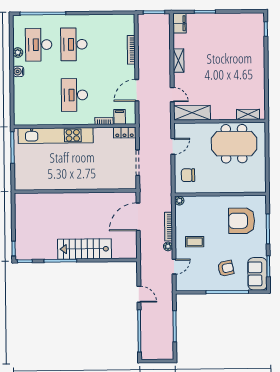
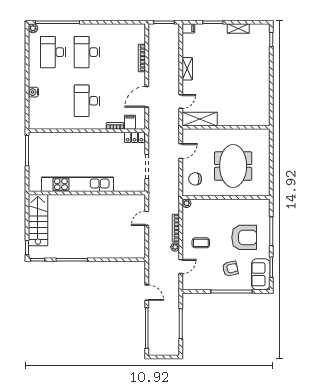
filing cabinet: (179, 23) -> (188, 28), width x0.50
plant: (18, 52) -> (33, 28), moved
water cooler: (18, 71) -> (33, 92), moved
door: (172, 95) -> (181, 101), hinge flipped
shelving: (248, 114) -> (238, 28), moved
kitchen unit: (56, 136) -> (77, 184), moved, turned 180
meeting table: (234, 144) -> (233, 166), moved, turned 90
door: (138, 217) -> (147, 218), width x0.53
armchair: (242, 221) -> (244, 237), moved, turned 180
stairs: (84, 249) -> (38, 220), moved, turned 90

